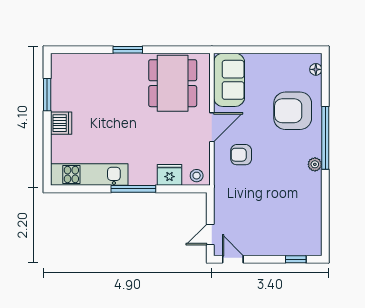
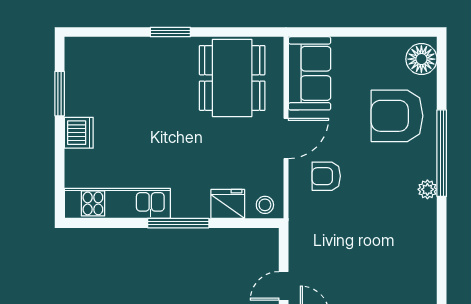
floor lamp: (316, 69) -> (421, 59), width x1.89, depth x1.89

